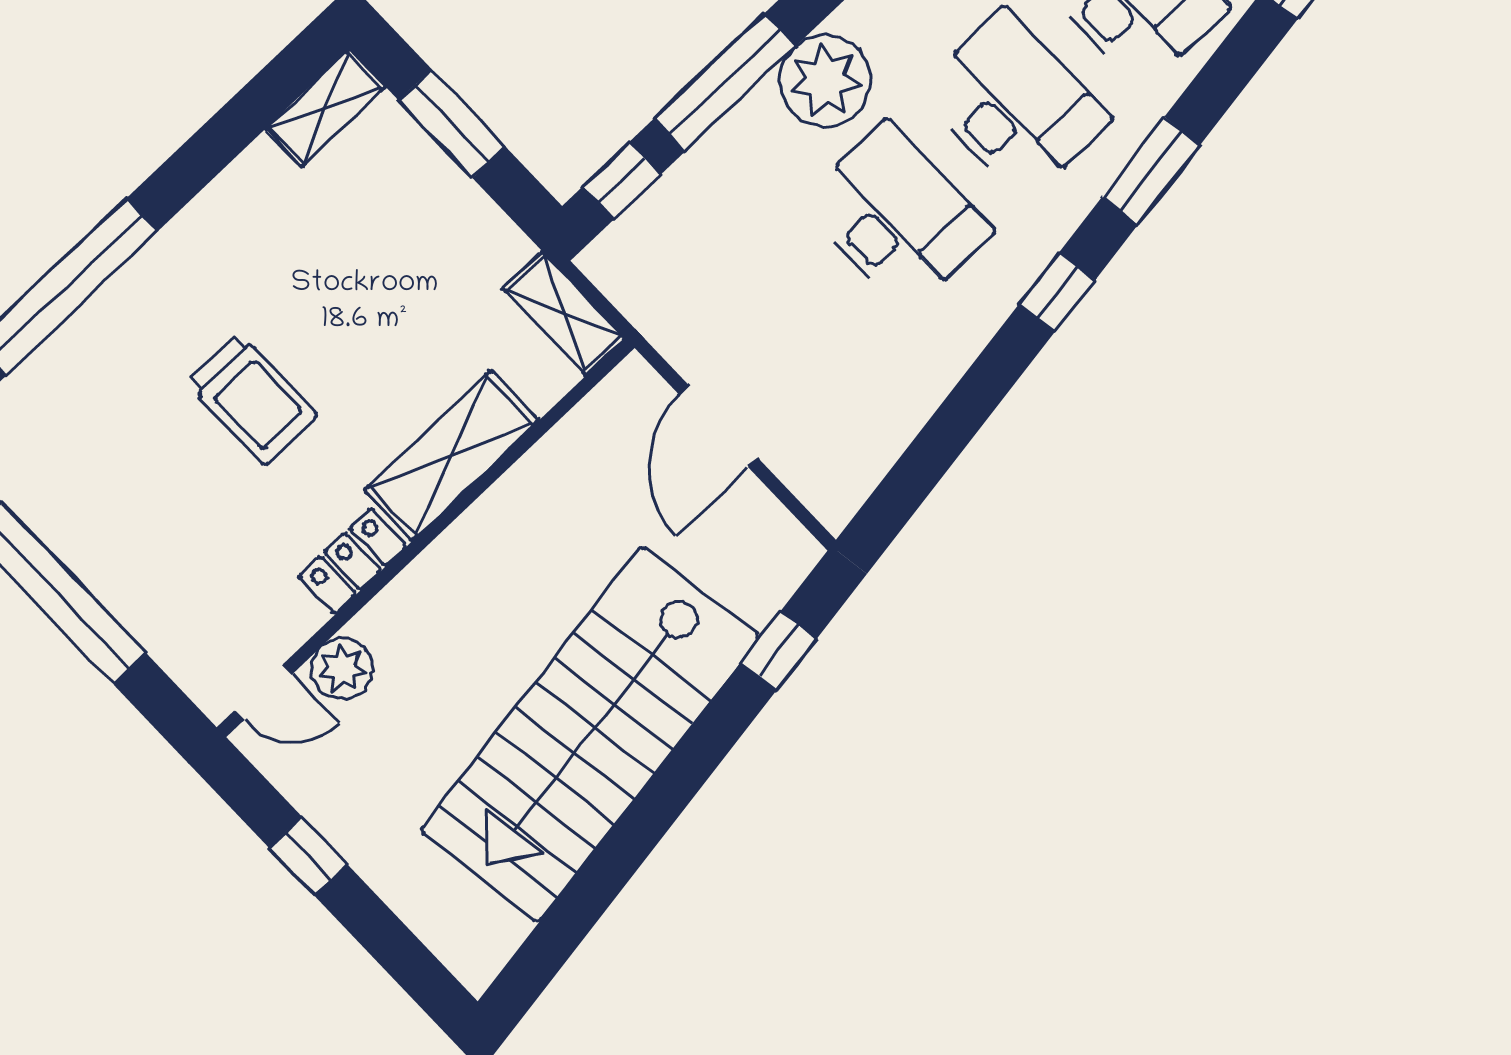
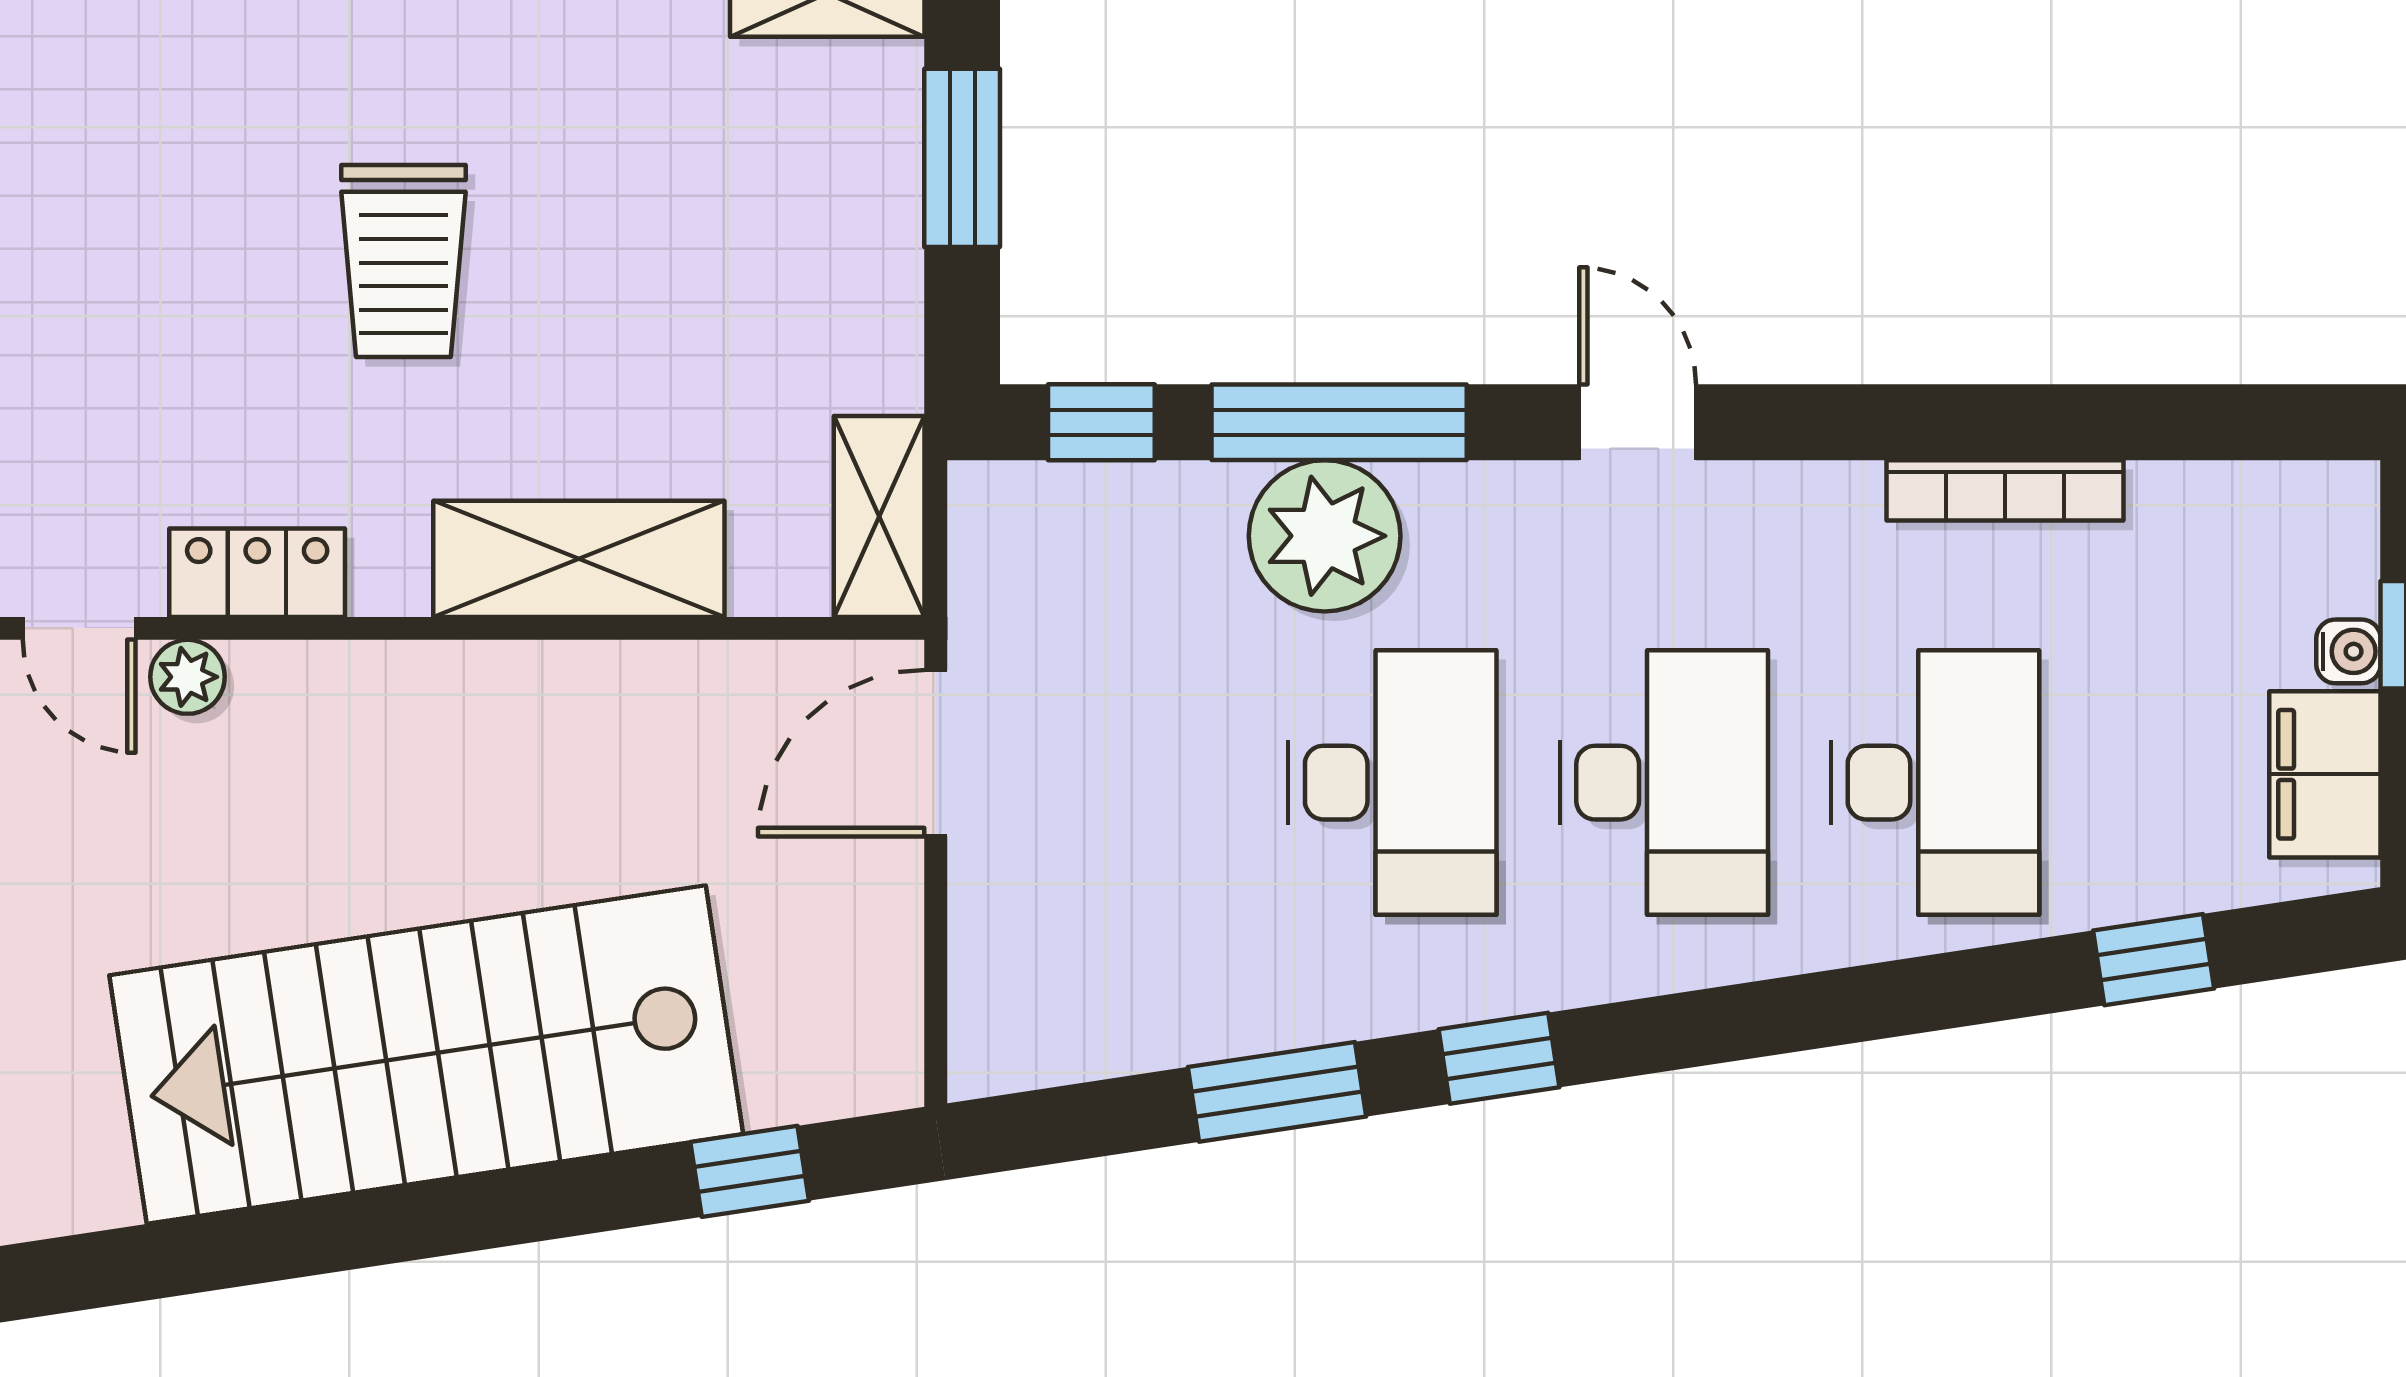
plant: (825, 81) -> (1325, 536), moved
window: (1151, 171) -> (1277, 1092), moved
door: (719, 426) -> (936, 753), moved
locker: (353, 561) -> (257, 573), moved
plant: (342, 669) -> (188, 677), width x0.73, depth x0.73

